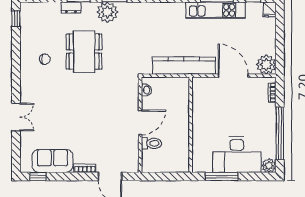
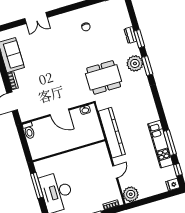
dining table: (84, 52) -> (104, 77), moved
door: (233, 76) -> (115, 172), width x0.53
toilet: (152, 143) -> (29, 131), moved

